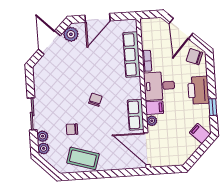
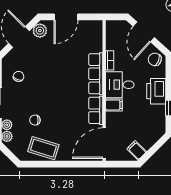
row of seats: (132, 55) -> (96, 74), moved
chair: (95, 100) -> (19, 76), moved
plant: (152, 121) -> (111, 117), removed
filing cabinet: (200, 133) -> (137, 150), moved
door: (147, 149) -> (104, 143), hinge flipped

